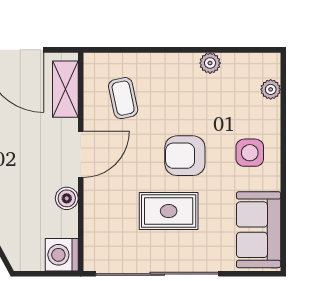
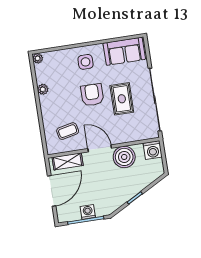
plant: (271, 89) -> (38, 58), moved
armchair: (185, 156) -> (92, 95), turned 180
boiler: (67, 198) -> (124, 157), width x1.86, depth x1.86

